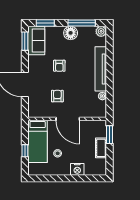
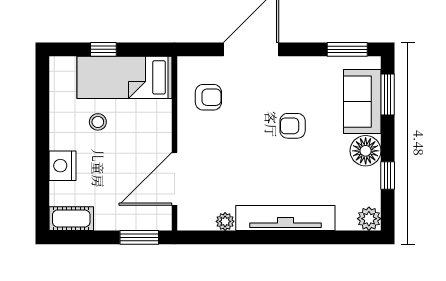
window: (82, 23) -> (388, 175), width x0.46
sofa: (36, 40) -> (362, 102), moved, turned 90
armchair: (57, 96) -> (208, 97), moved
door: (68, 119) -> (175, 179), moved
cot: (101, 148) -> (71, 219), moved

